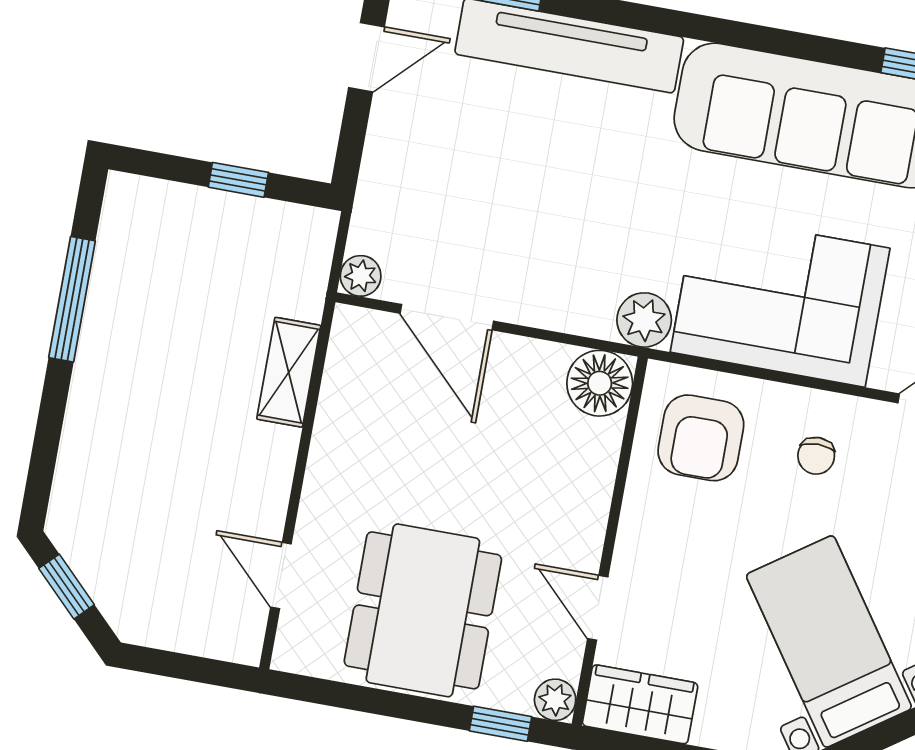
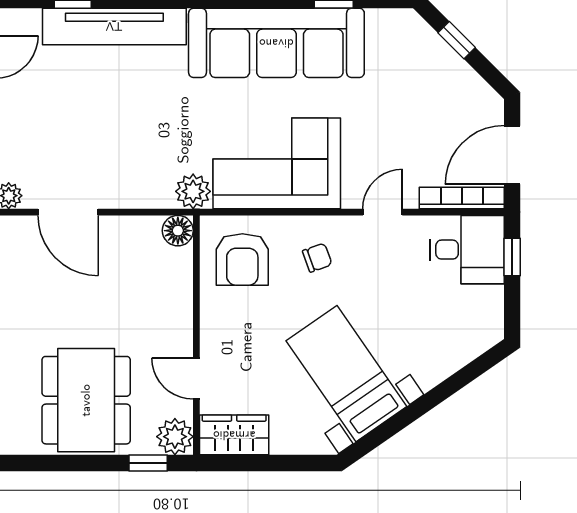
floor lamp: (600, 383) -> (178, 231), width x0.73, depth x0.73
chair: (816, 456) -> (317, 258), turned -110
plant: (555, 700) -> (175, 437), width x1.38, depth x1.38

